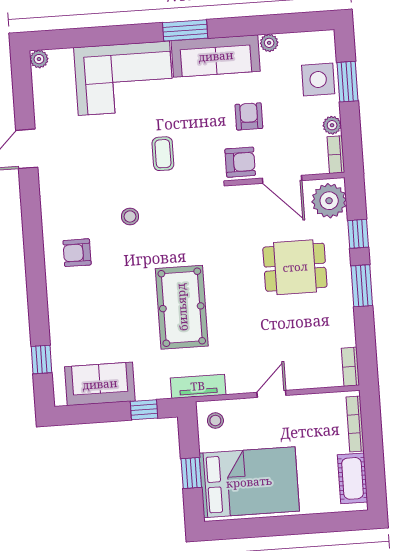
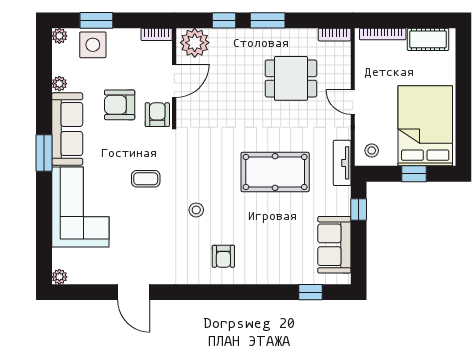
armchair: (249, 116) -> (120, 105), width x1.38, depth x1.38
plant: (332, 125) -> (59, 36), moved
dining table: (295, 267) -> (291, 78), moved, turned 90

